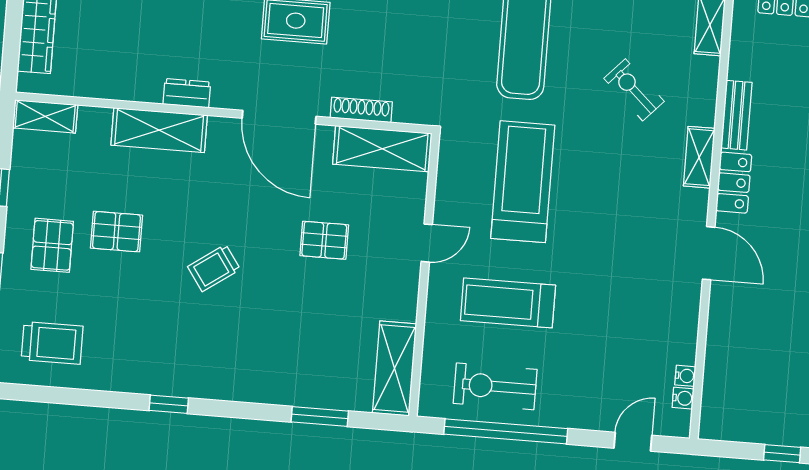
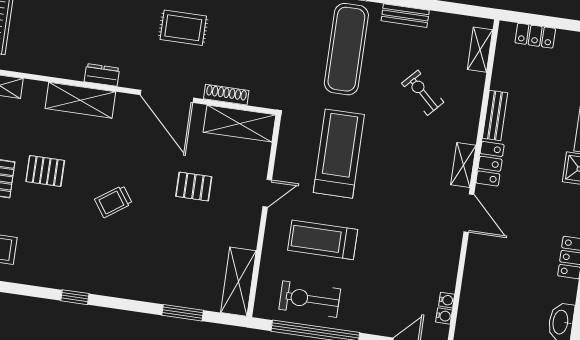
shelving: (699, 157) -> (463, 165), moved

